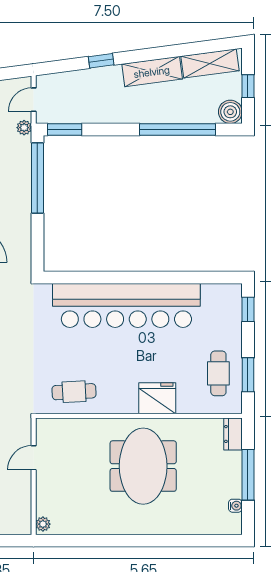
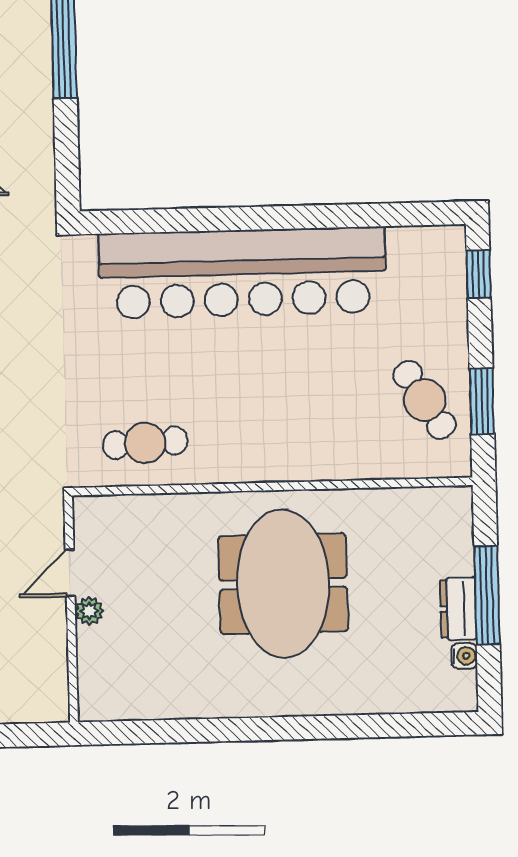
cafe table: (218, 373) -> (425, 400), turned -32
fridge: (157, 398) -> (307, 451), removed
dresser: (233, 434) -> (458, 609), moved
plant: (43, 524) -> (89, 611), moved

